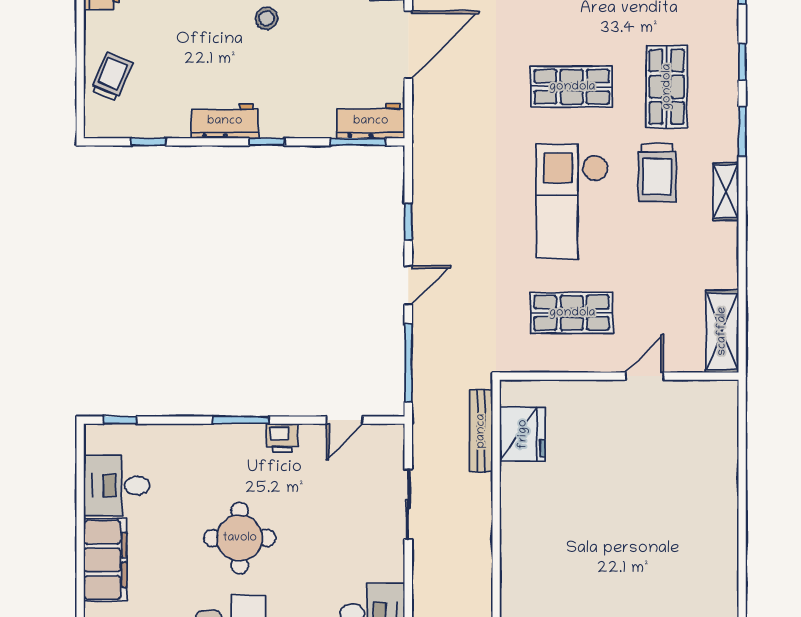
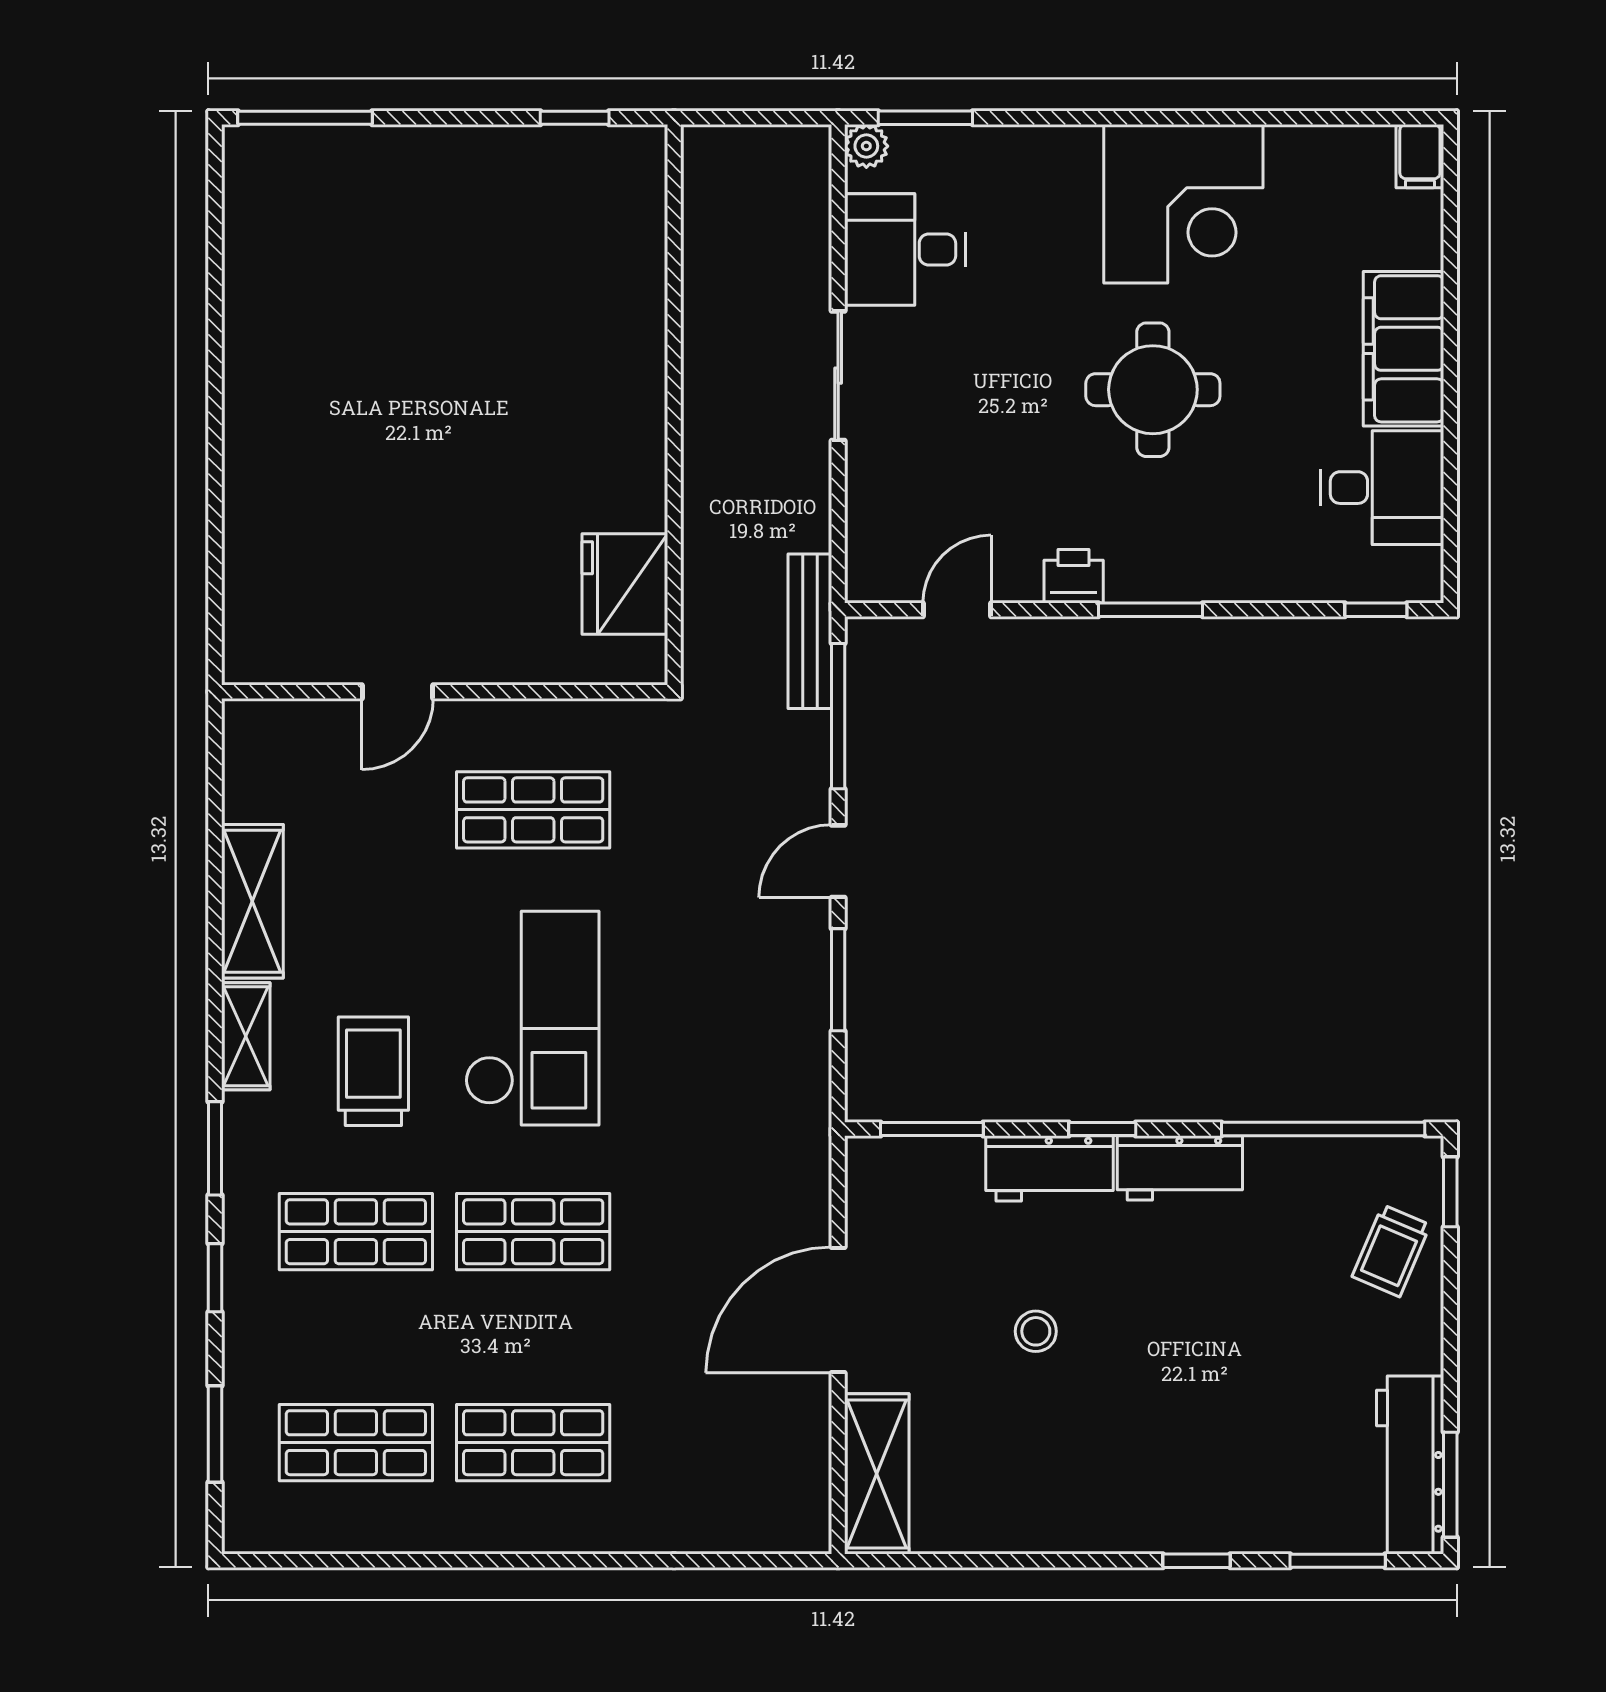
stool: (267, 18) -> (1036, 1331), moved
shop shelf: (667, 87) -> (356, 1232), turned 90
window: (80, 108) -> (1450, 1192), added
workbench: (371, 121) -> (1049, 1168), moved
window: (148, 142) -> (1323, 1129), width x3.17
window: (408, 222) -> (838, 980), width x1.50
shelving: (722, 331) -> (252, 901), moved
bench: (481, 431) -> (810, 631), moved
sliding door: (408, 504) -> (838, 376), moved

